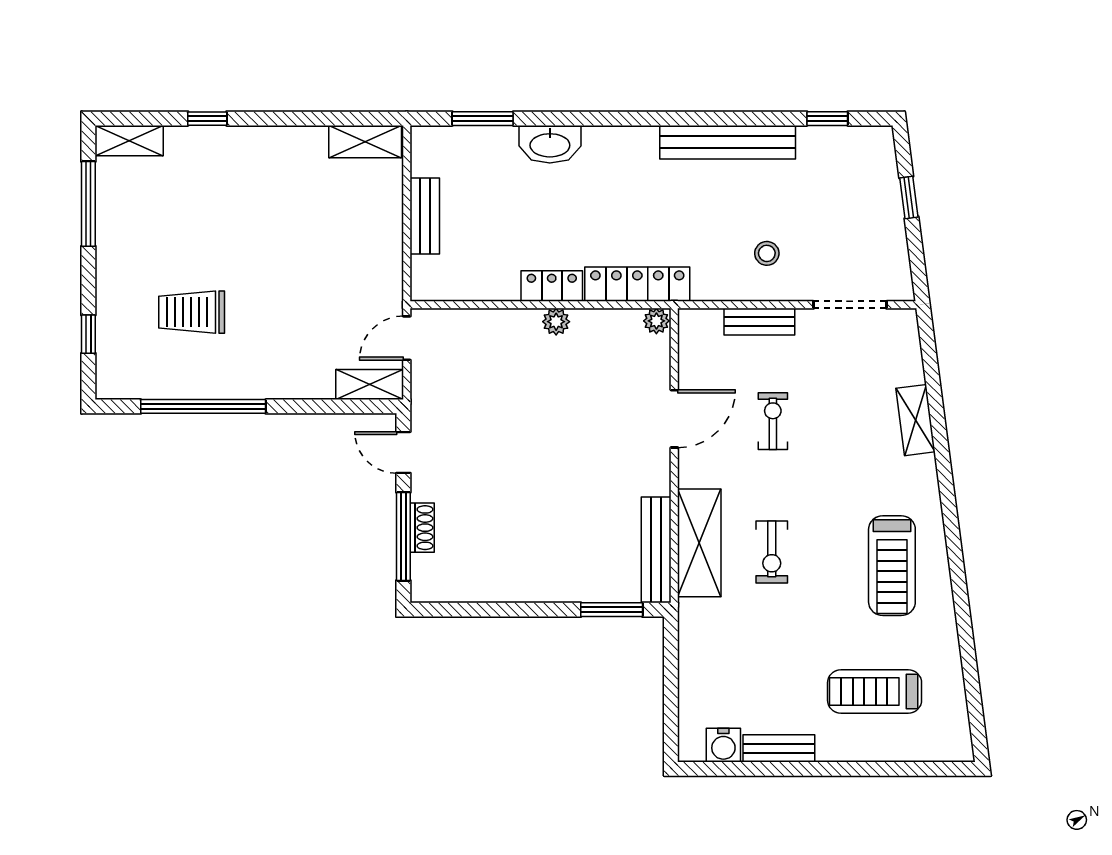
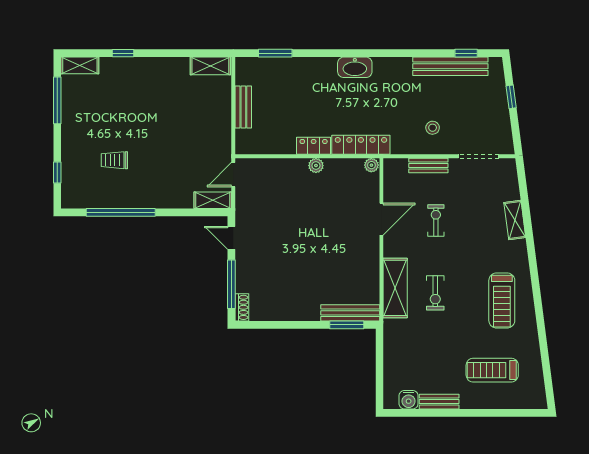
bench: (728, 142) -> (450, 66), moved
washbasin: (550, 144) -> (355, 67), moved
trolley: (192, 312) -> (114, 160), width x0.73, depth x0.72
shoe rack: (422, 528) -> (242, 307), moved
bench: (656, 550) -> (350, 313), moved, turned 90

